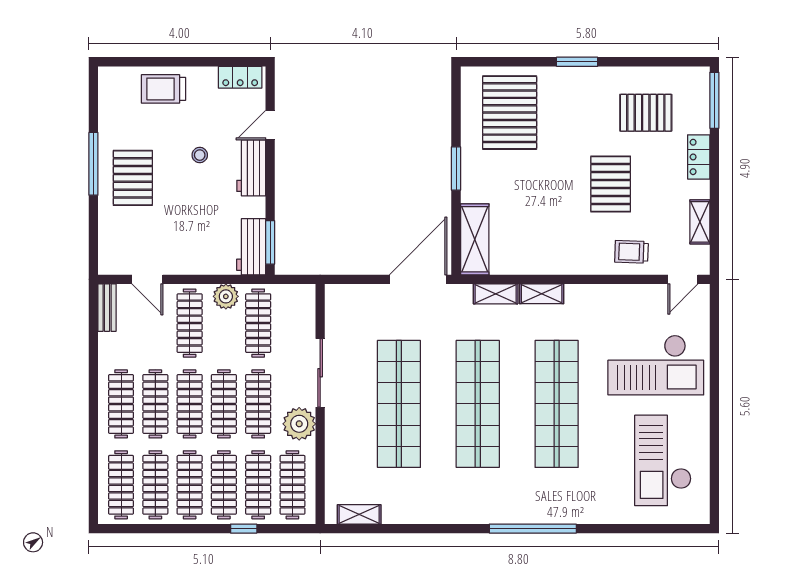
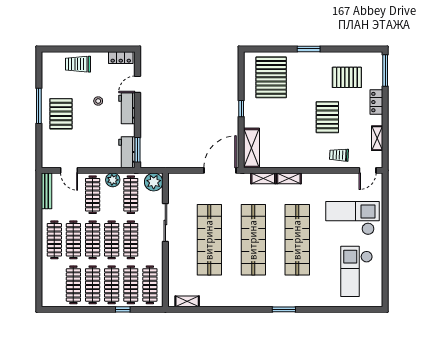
window: (456, 169) -> (241, 109), width x0.67
bench: (107, 308) -> (47, 191), width x1.36
checkout: (656, 365) -> (353, 218), turned 180
plant: (299, 424) -> (154, 182), moved
clothes rail: (121, 485) -> (54, 285), removed
window: (533, 529) -> (284, 309), width x0.47

